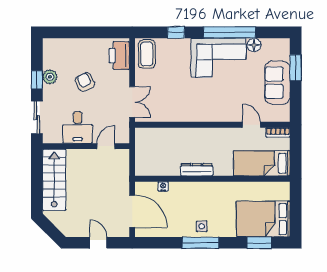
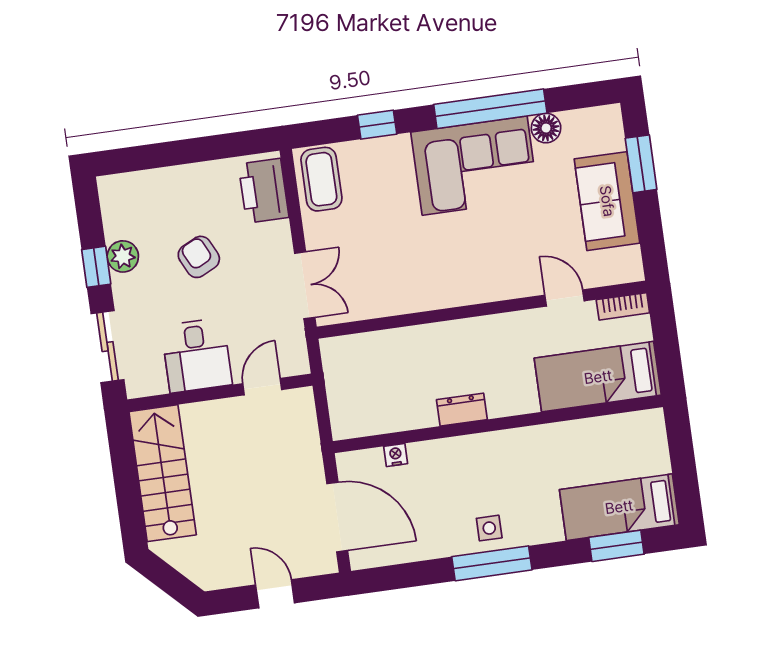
dresser: (197, 170) -> (462, 410), width x0.70
bed: (263, 219) -> (619, 507), width x0.67

